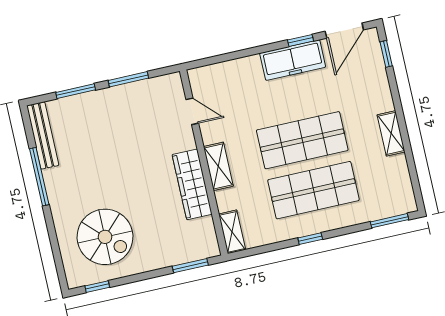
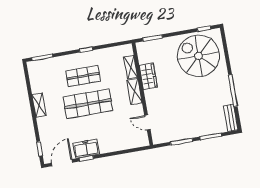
freezer: (293, 60) -> (86, 149), width x0.71
bench: (43, 135) -> (231, 118), width x0.73
wardrobe: (192, 184) -> (148, 76), width x0.67
shop shelf: (313, 190) -> (83, 76), width x0.70, depth x0.74
shelving: (232, 232) -> (131, 67), moved
spiral stairs: (105, 237) -> (198, 56), width x1.37, depth x1.37

